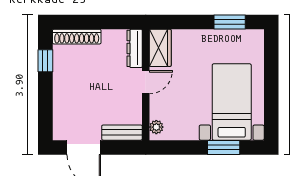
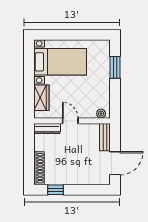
window: (230, 22) -> (29, 63), removed
wardrobe: (160, 48) -> (41, 98), moved, turned 90
bed with nightstands: (232, 102) -> (60, 62), moved, turned 180

